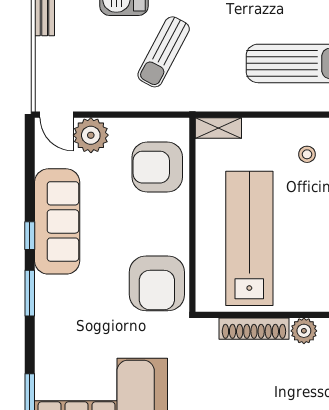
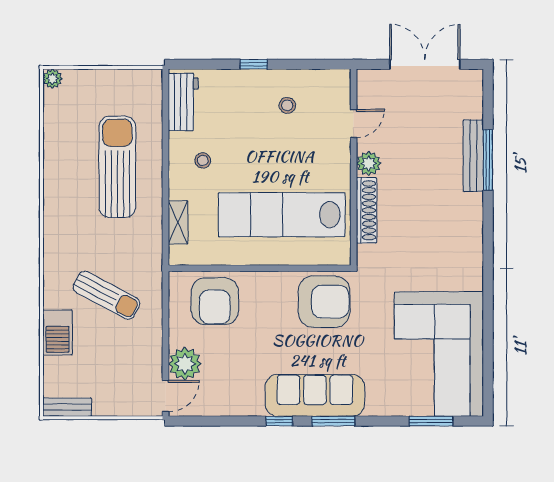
shelving: (218, 128) -> (178, 222), moved
sofa: (57, 221) -> (315, 395), moved

